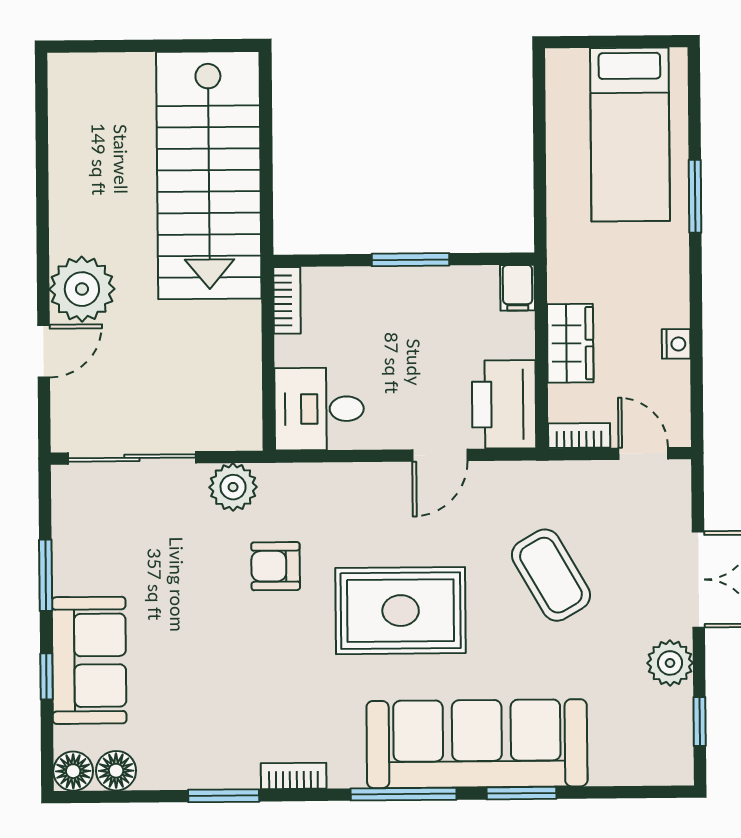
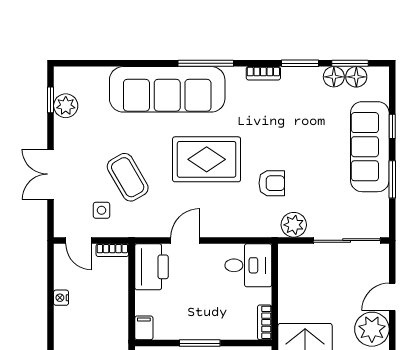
wardrobe: (570, 343) -> (117, 299), removed
side table: (600, 512) -> (102, 210), added
sofa: (89, 660) -> (370, 147), width x1.36
plant: (670, 663) -> (66, 106), moved
floor lamp: (73, 771) -> (334, 77), moved
window: (521, 793) -> (350, 63), moved

